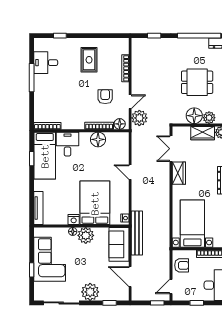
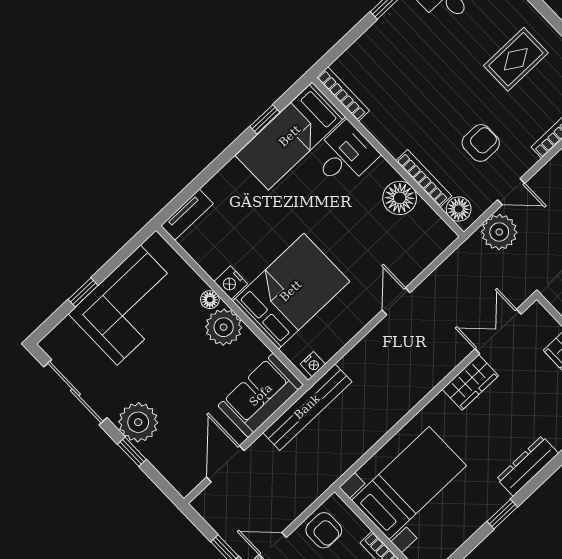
tv unit: (38, 208) -> (187, 215), width x0.71
window: (110, 303) -> (132, 452), moved

